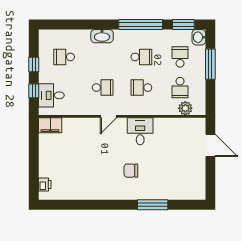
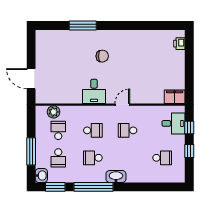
washbasin: (102, 36) -> (116, 177), moved

